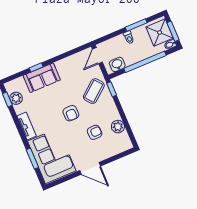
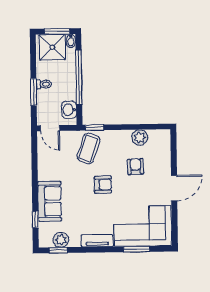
window: (136, 25) -> (34, 92), moved
window: (36, 67) -> (35, 220), moved
coffee table: (94, 91) -> (88, 149), turned 58

